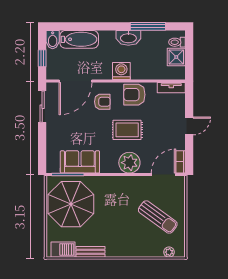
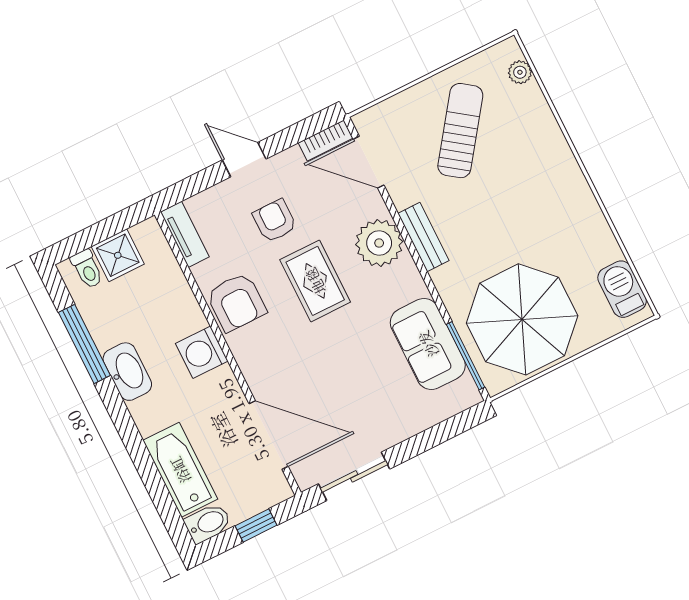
armchair: (102, 102) -> (275, 221), moved
bench: (91, 252) -> (423, 237), moved

